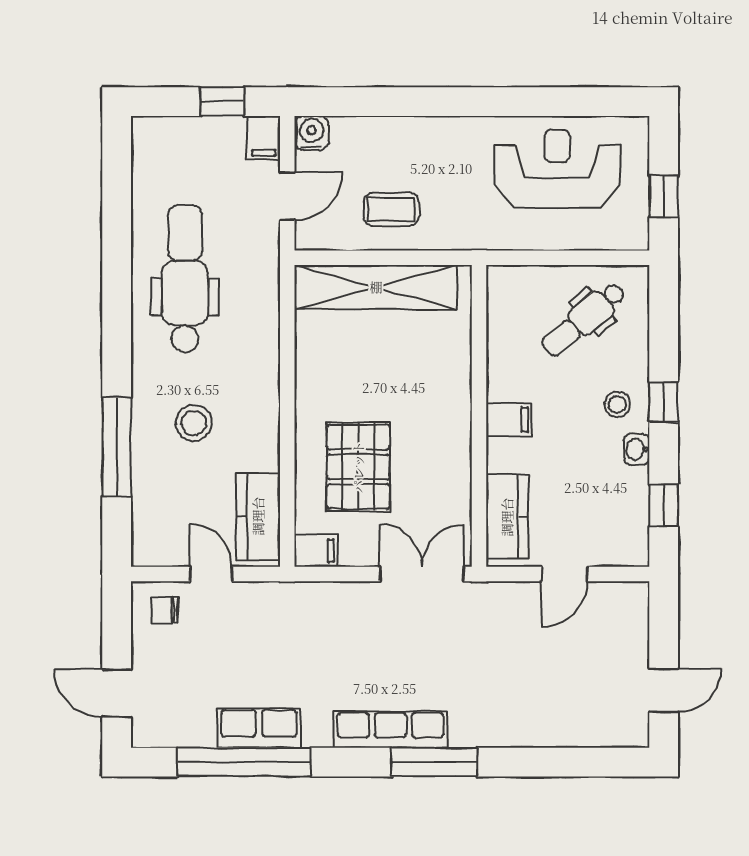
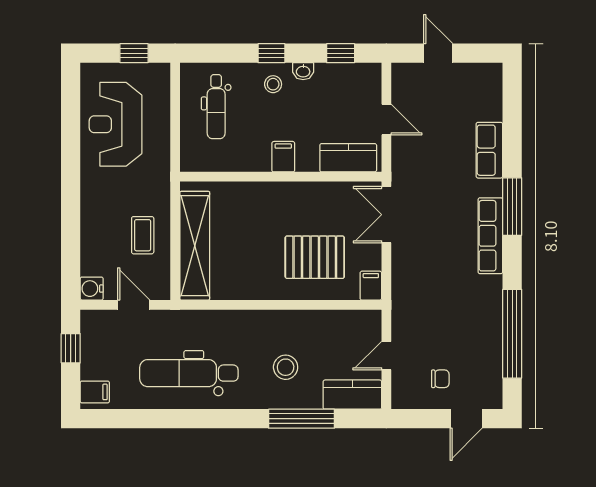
filing cabinet: (264, 138) -> (95, 392), moved
dental chair: (584, 319) -> (216, 107), turned 40
kitchen counter: (258, 516) -> (352, 395), moved, turned 180
chair: (165, 610) -> (440, 379), moved, turned -90
door: (664, 690) -> (438, 53), moved
row of seats: (259, 728) -> (489, 150), moved

